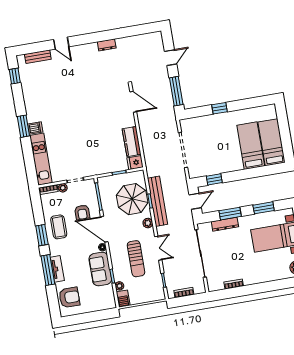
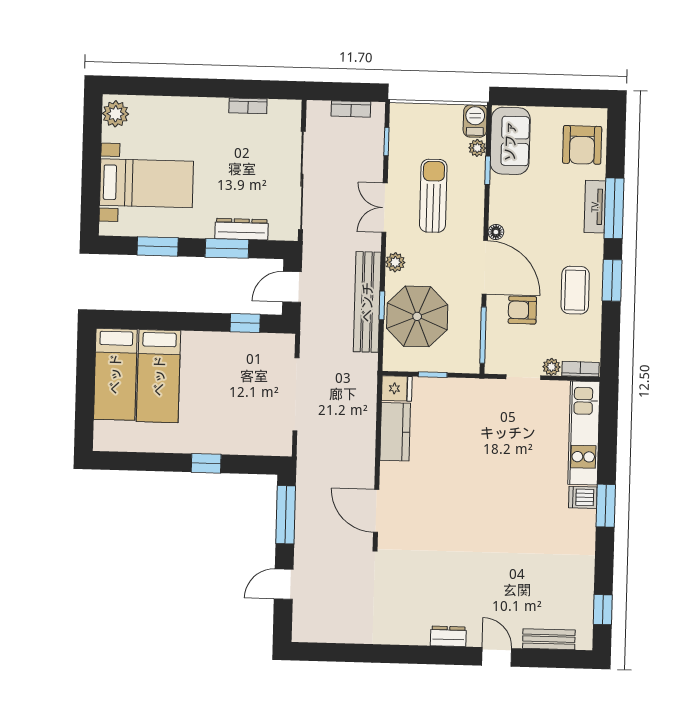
dresser: (107, 45) -> (448, 636), moved
armchair: (82, 212) -> (522, 310), turned -90
sofa: (100, 269) -> (510, 141), moved
armchair: (69, 297) -> (582, 145), turned -90

